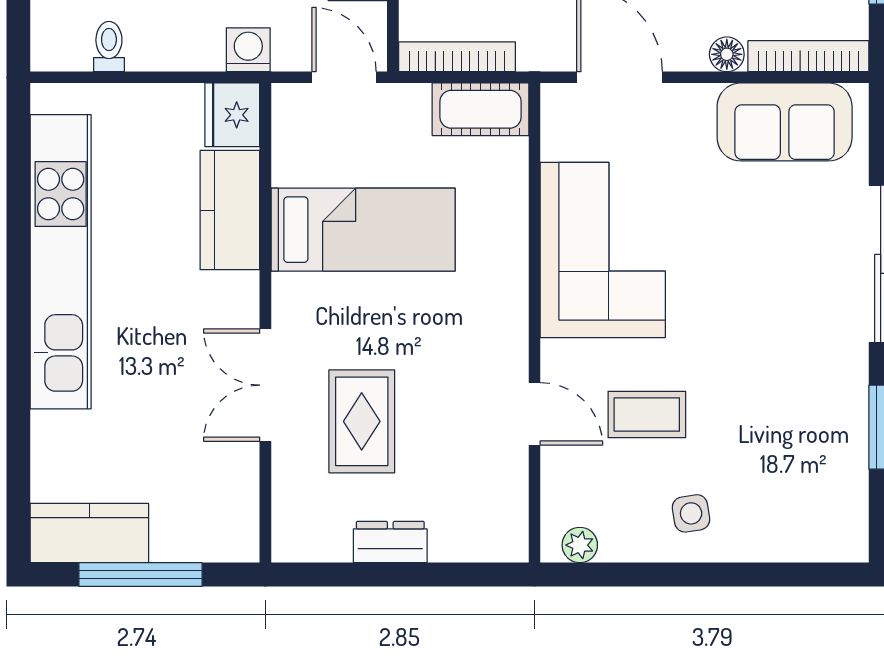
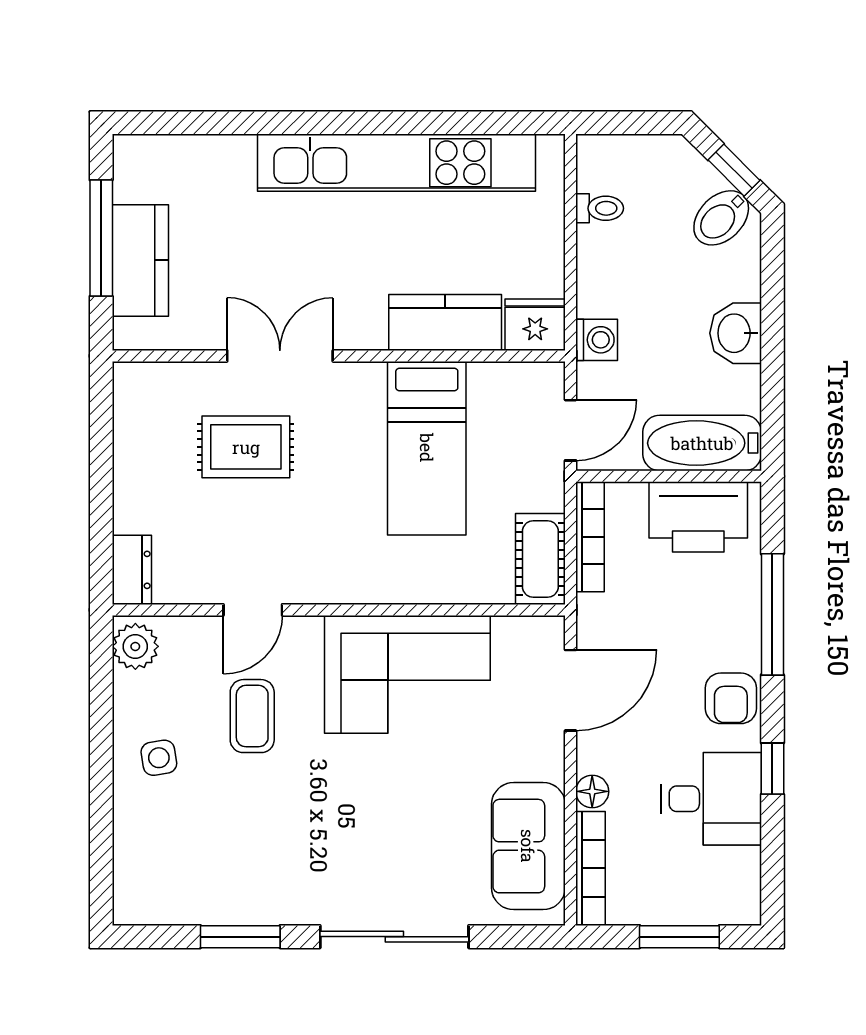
kitchen counter: (89, 533) -> (140, 260), moved
dresser: (390, 542) -> (132, 570), moved
plant: (580, 545) -> (135, 646), width x1.38, depth x1.38

